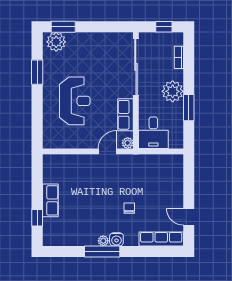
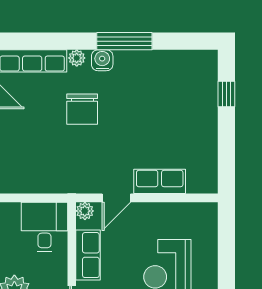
row of seats: (50, 200) -> (160, 181), moved, turned 90
chair: (129, 208) -> (82, 109), width x1.87, depth x1.87
plant: (103, 241) -> (77, 58), moved

